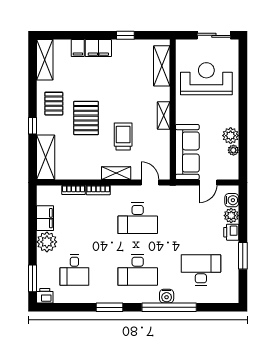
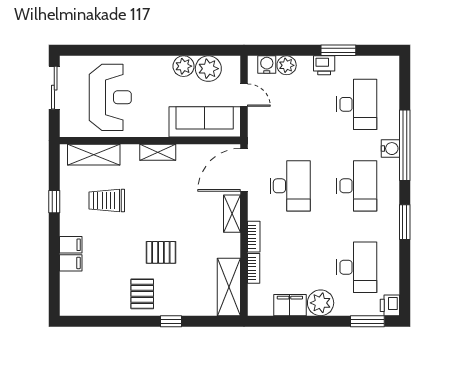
filing cabinet: (98, 48) -> (71, 245), width x0.50
shelving: (45, 60) -> (86, 305), removed
reception desk: (206, 79) -> (110, 97), turned 180
pallet: (54, 104) -> (142, 294), turned 90
pallet: (86, 118) -> (161, 252), width x0.67, depth x0.71
trolley: (123, 136) -> (107, 200), moved
plant: (233, 150) -> (208, 69), width x1.88, depth x1.88
shelving: (46, 157) -> (229, 287), moved, turned 90
door: (150, 182) -> (244, 170), width x1.87
printer: (231, 232) -> (324, 65), moved
desk: (74, 270) -> (357, 267), width x1.37
desk: (201, 270) -> (357, 104), turned 180

